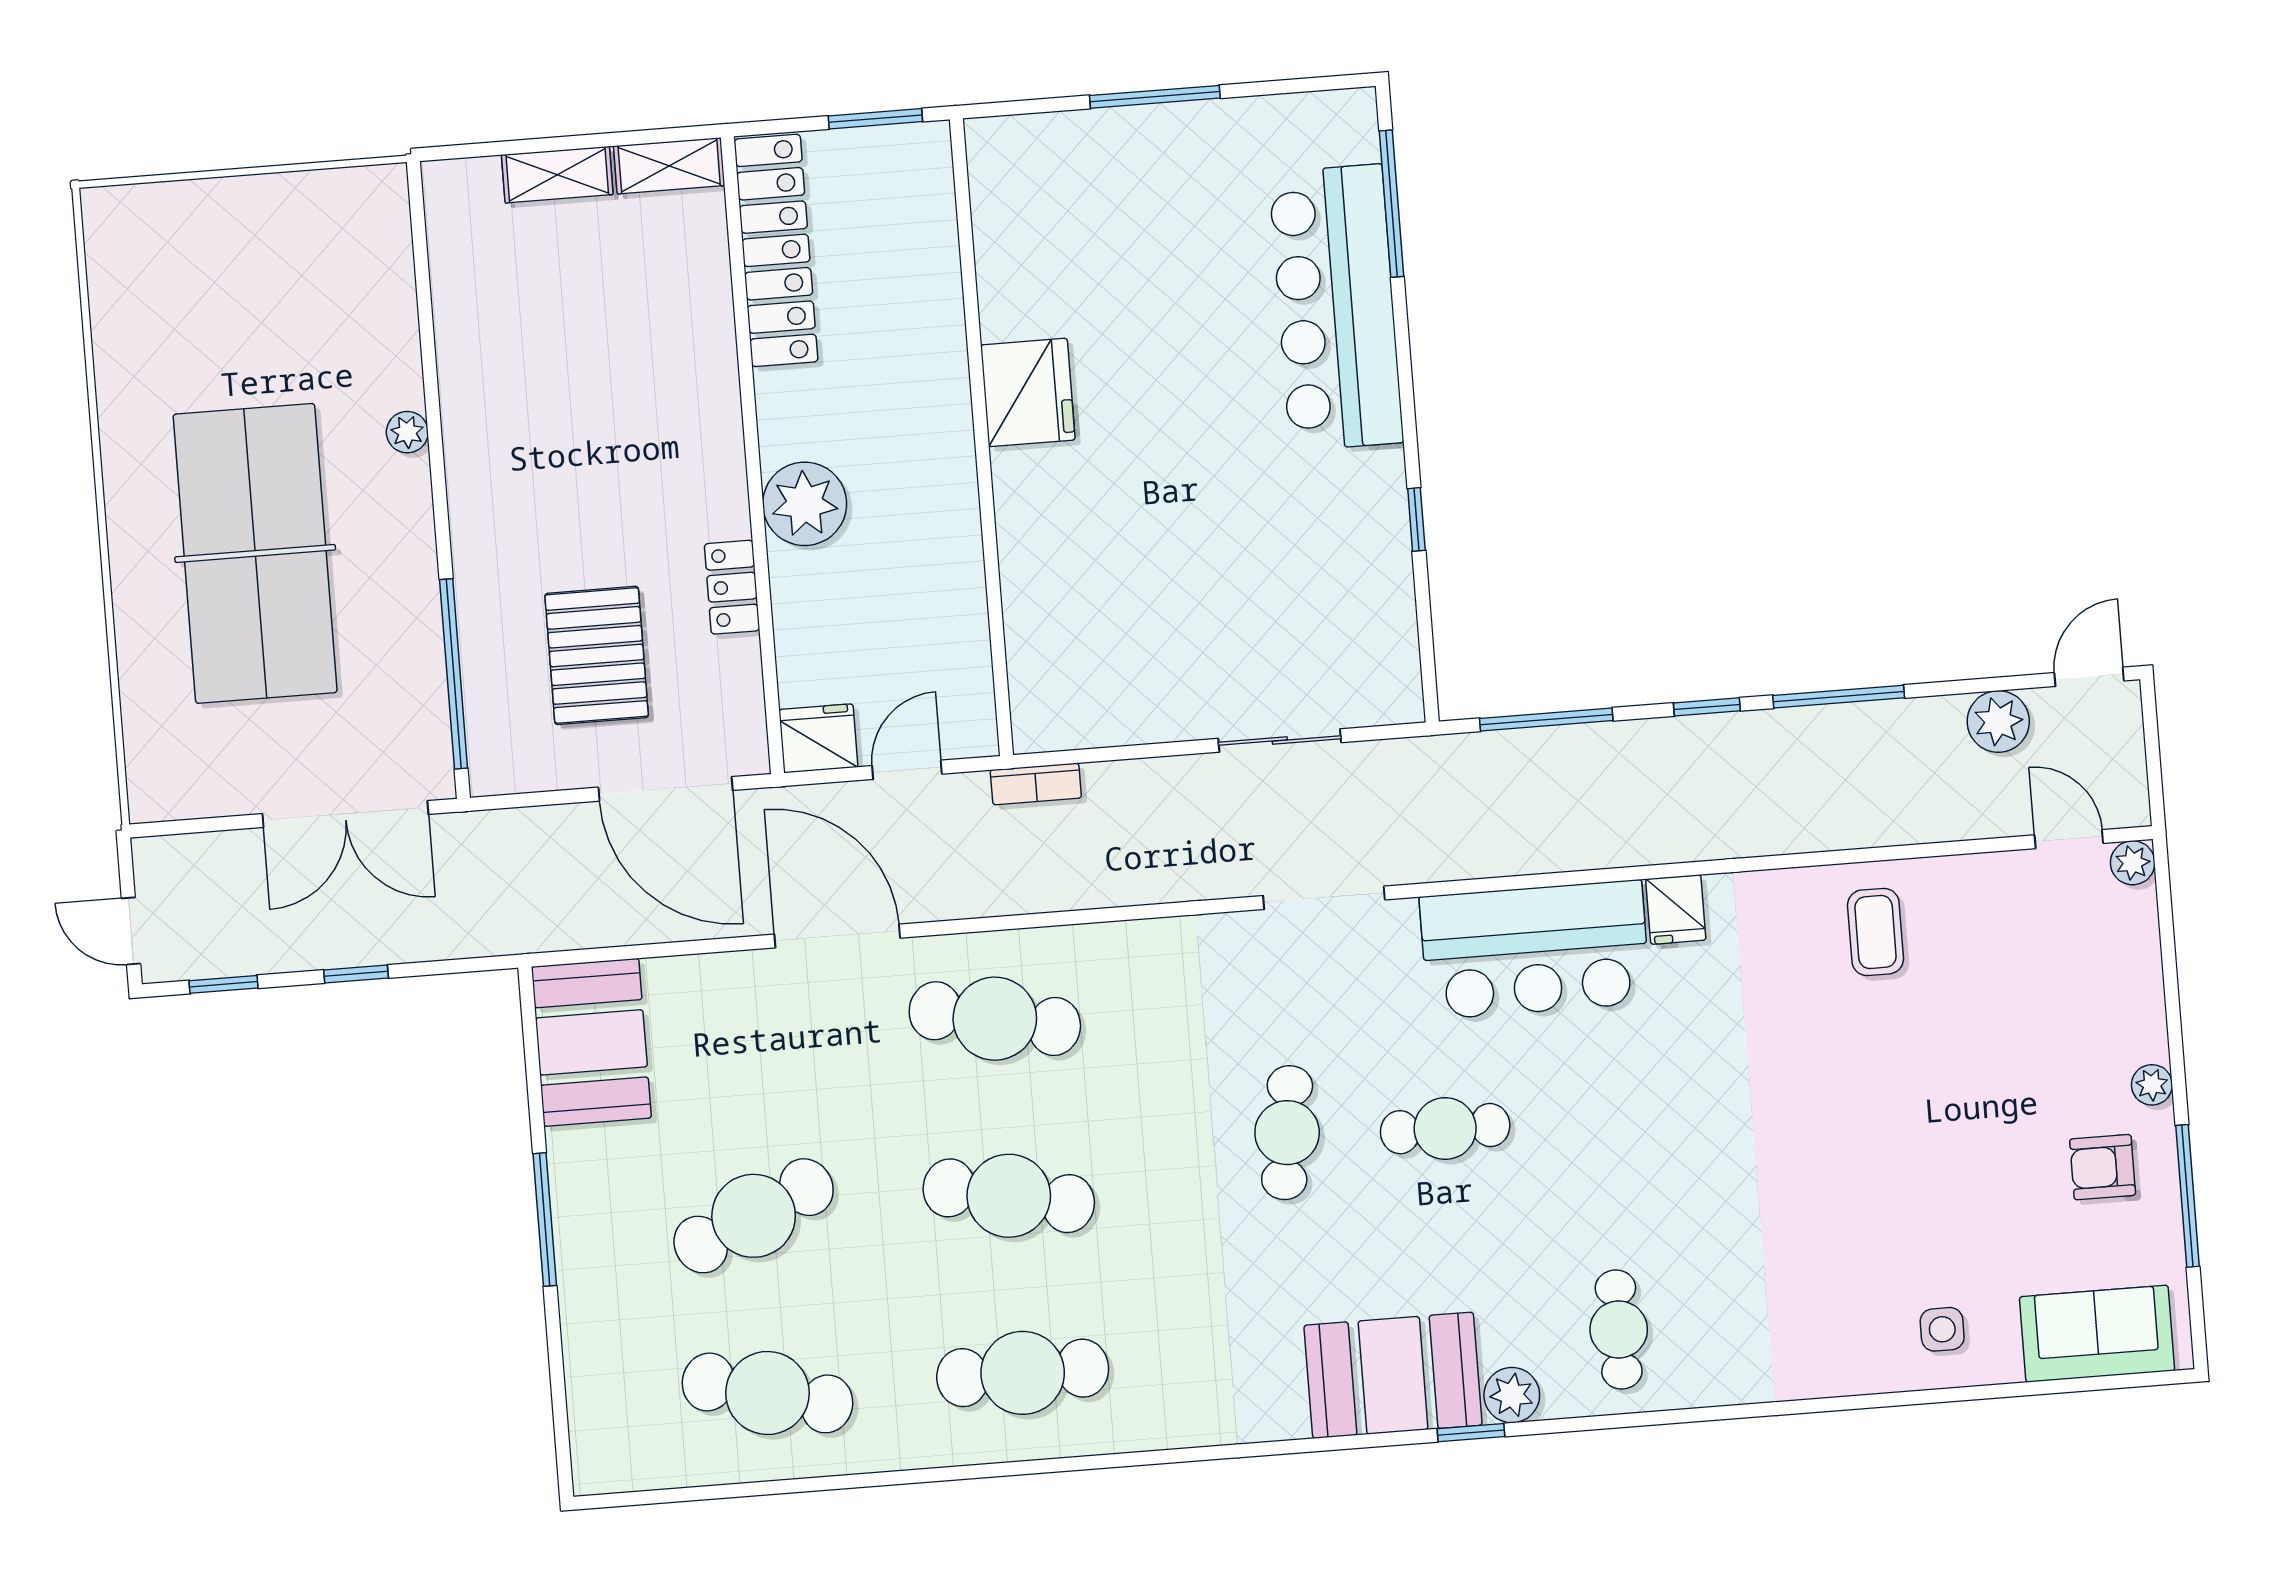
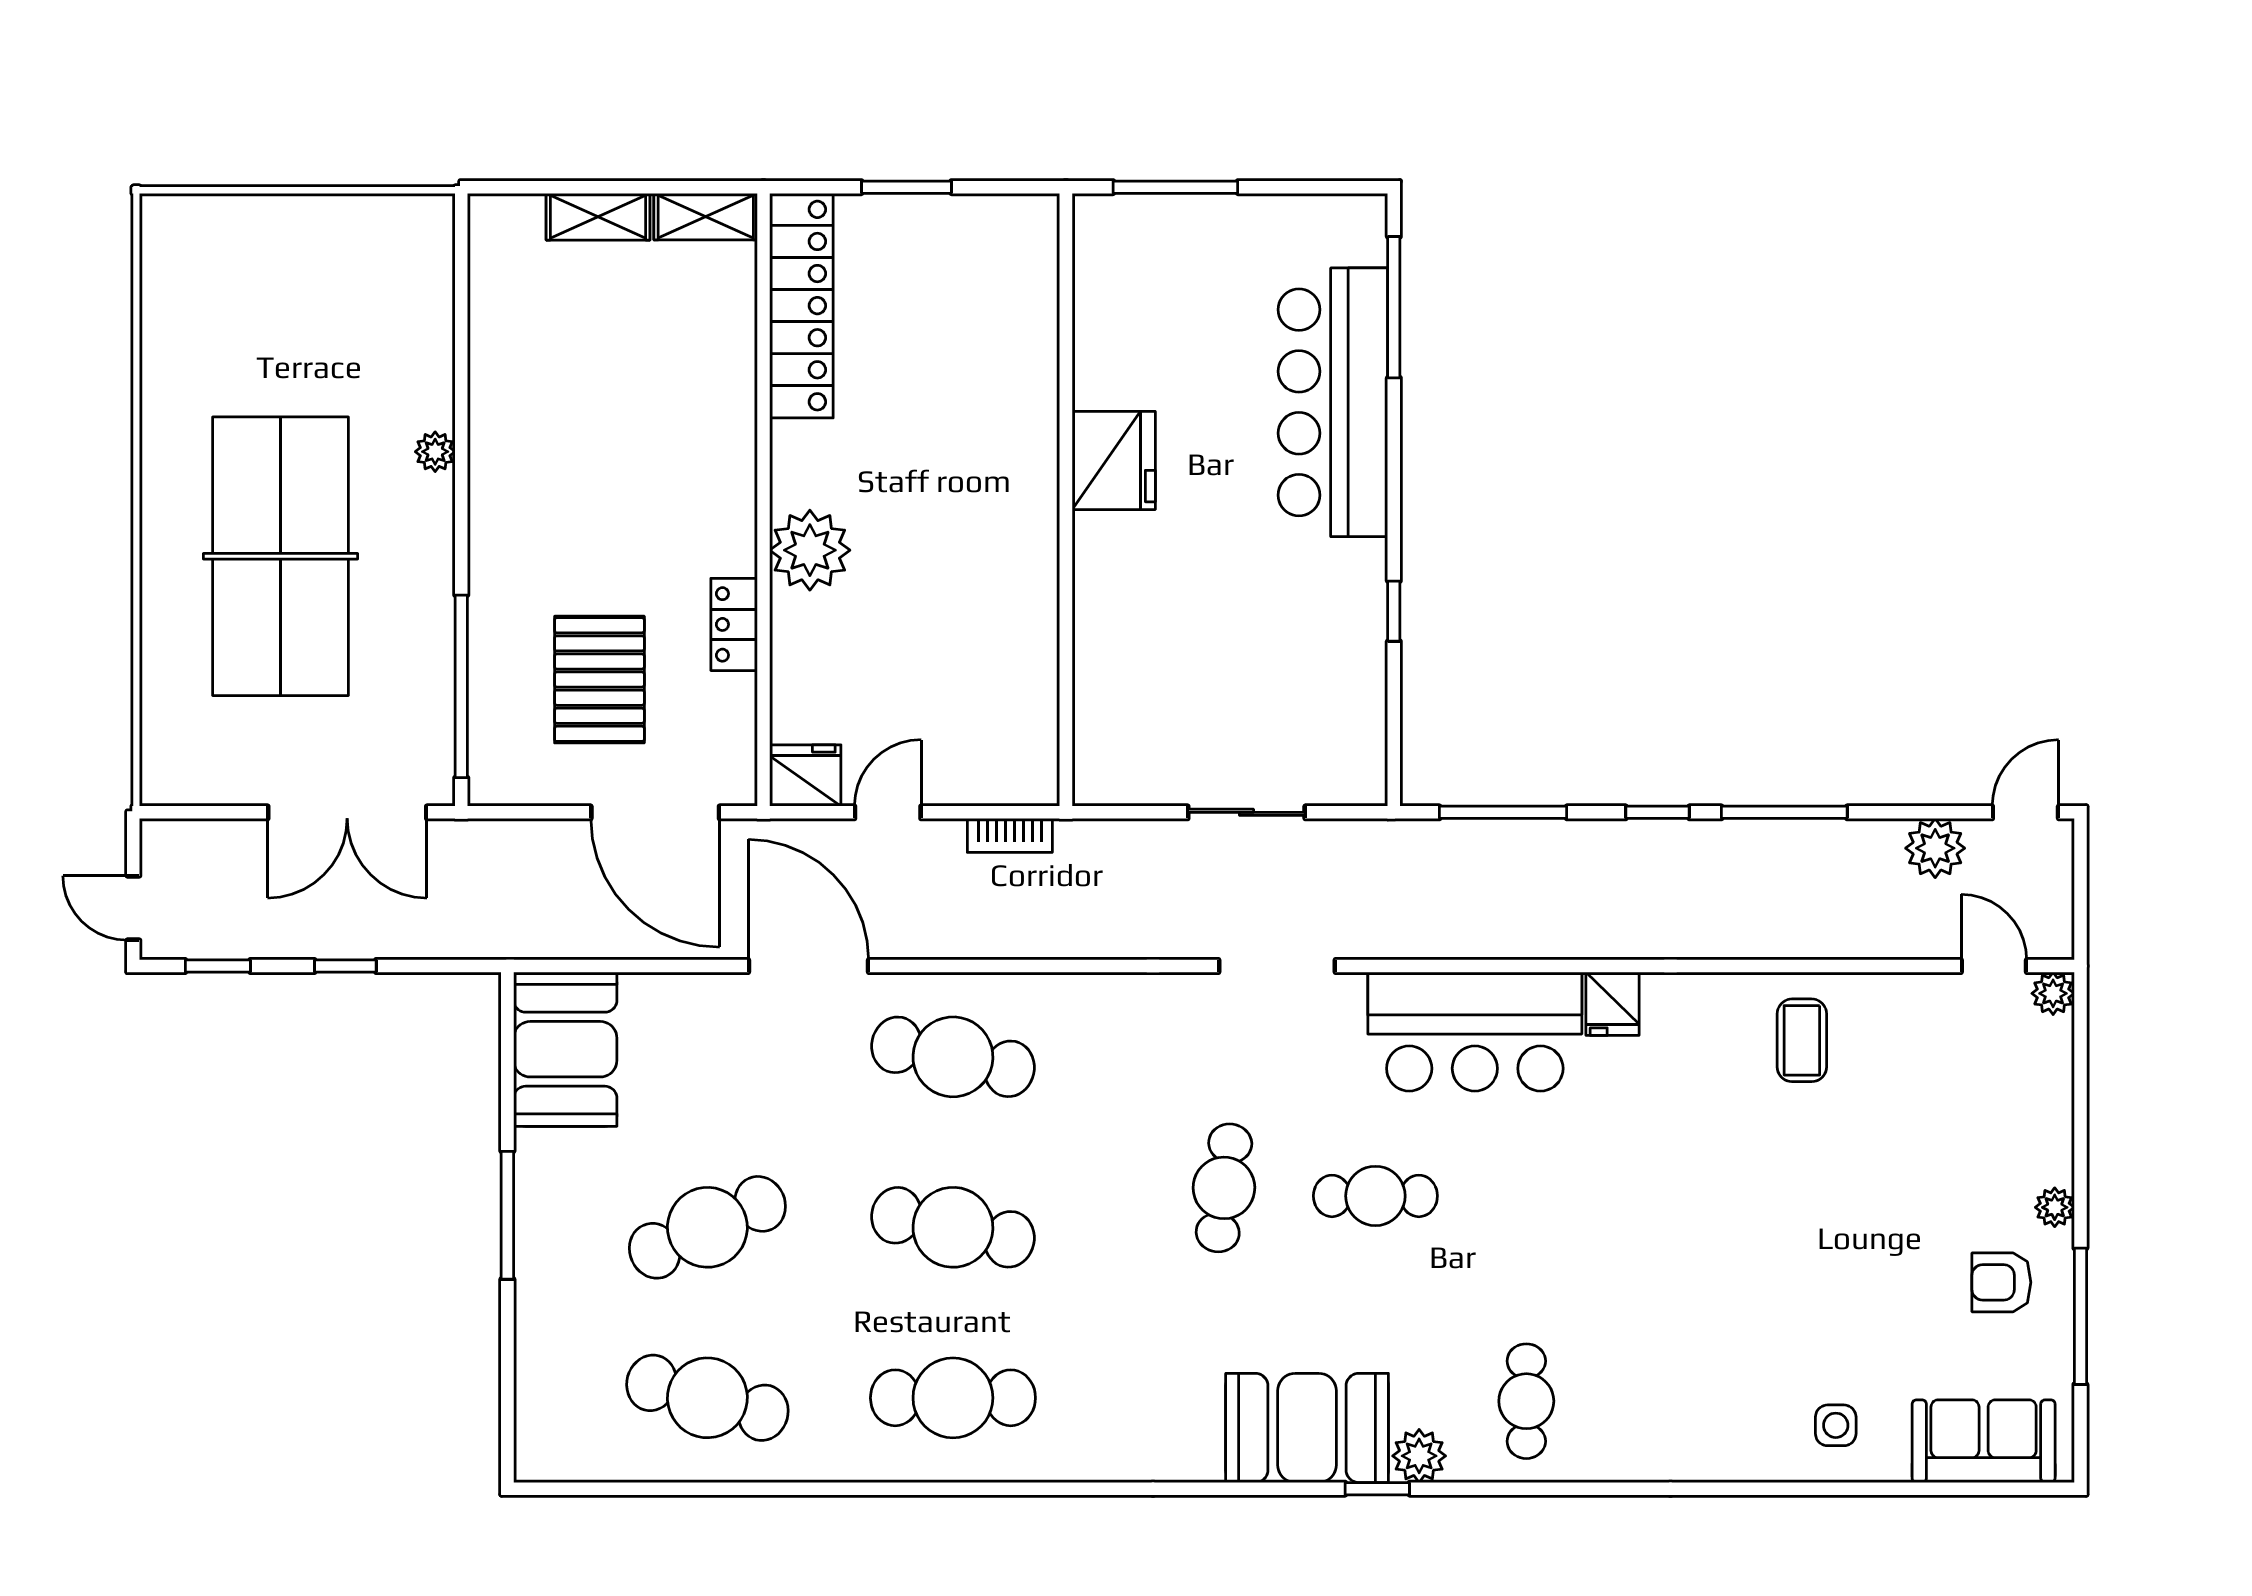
fridge: (1028, 392) -> (1114, 460), moved
wall: (981, 437) -> (1066, 500), moved

